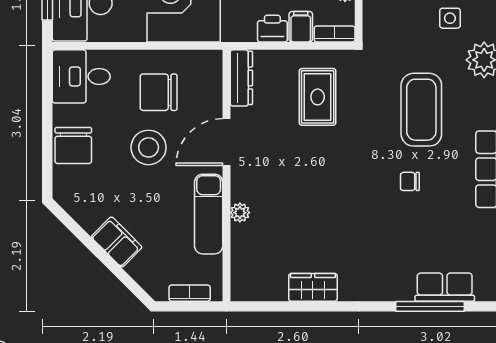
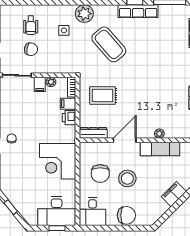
coffee table: (421, 110) -> (109, 44), turned 49
door: (226, 142) -> (125, 140), swing flipped
chair: (410, 181) -> (144, 50), removed

